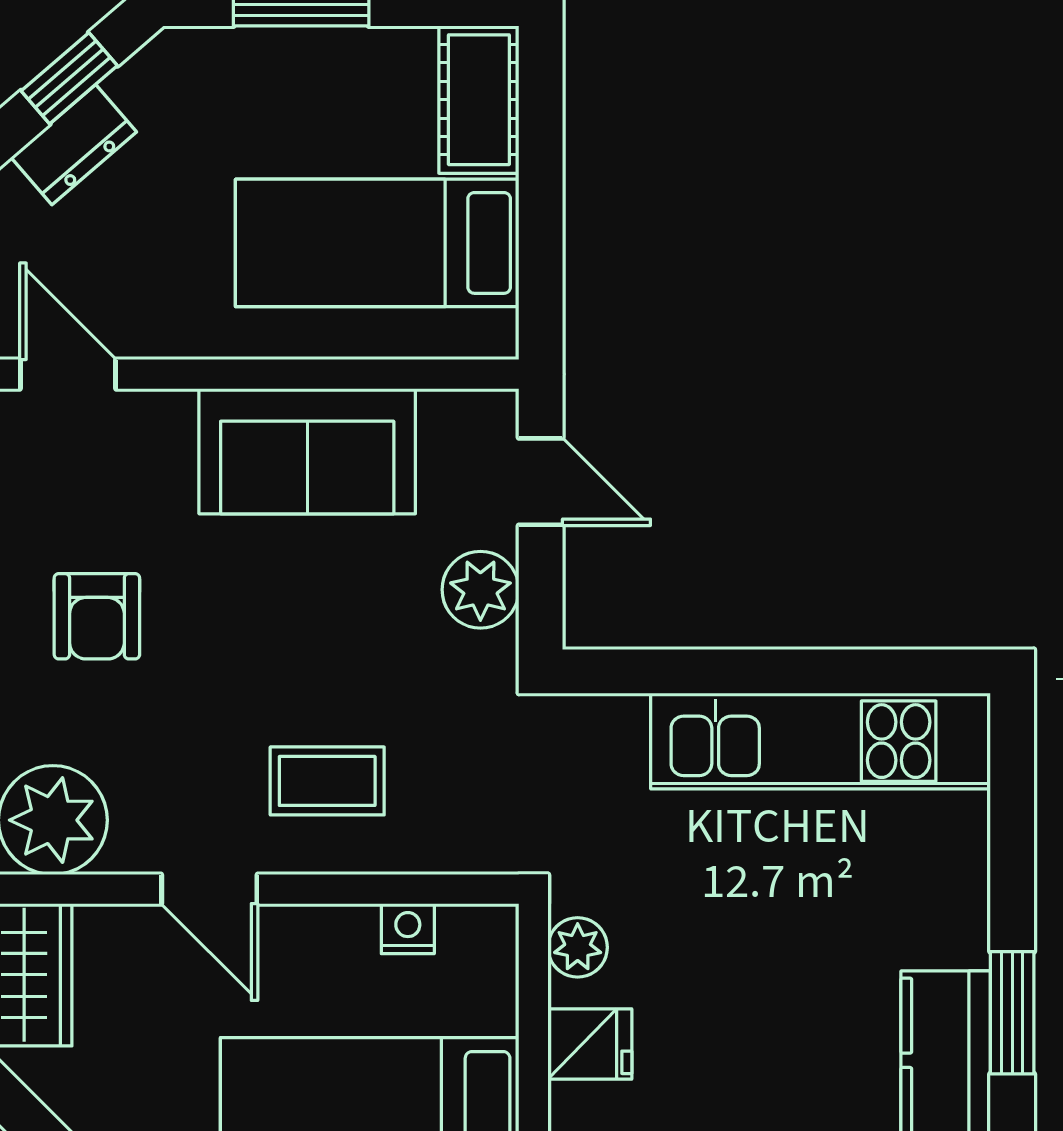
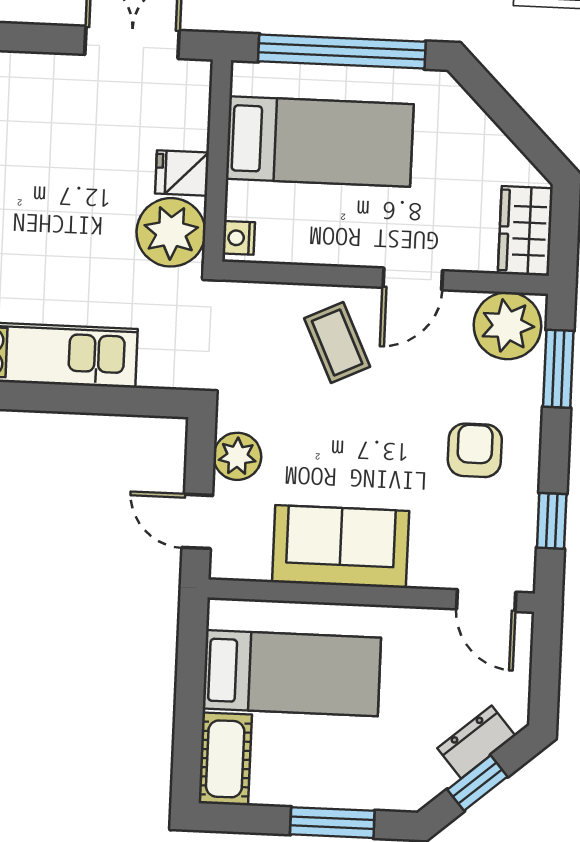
coffee table: (327, 781) -> (337, 342), turned 65
door: (209, 889) -> (413, 279), swing flipped
nightstand: (408, 929) -> (239, 238), moved, turned 90
plant: (578, 947) -> (171, 232), width x1.88, depth x1.88

